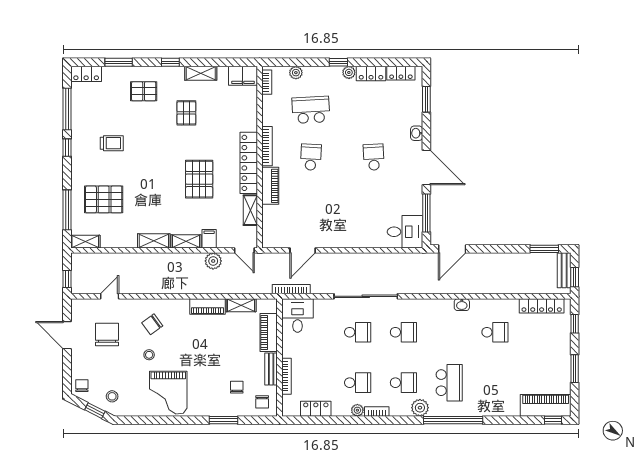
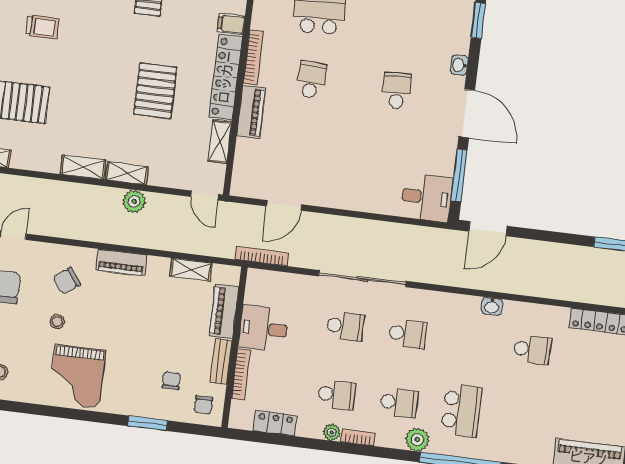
filing cabinet: (209, 239) -> (231, 24), moved, turned -90
plant: (213, 261) -> (134, 201), moved
piano: (207, 306) -> (121, 263), moved
desk: (298, 315) -> (263, 329), moved, turned -90

